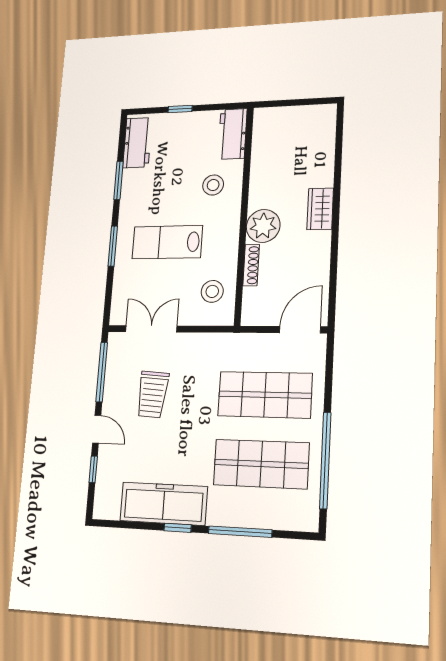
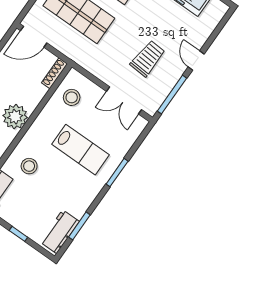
window: (118, 180) -> (79, 226), moved
shoe rack: (251, 265) -> (55, 73), moved
window: (93, 469) -> (213, 37), removed

